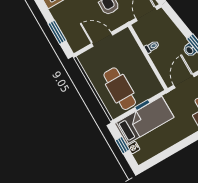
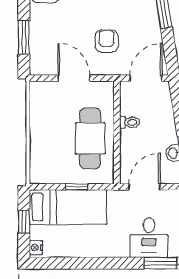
cafe table: (120, 89) -> (90, 138), moved
nightstand: (134, 148) -> (36, 248), moved

